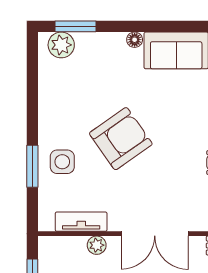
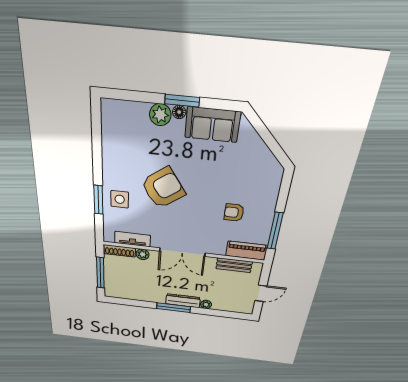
window: (76, 26) -> (182, 101), moved
plant: (61, 45) -> (160, 115), moved
shoe rack: (62, 244) -> (120, 251), added

